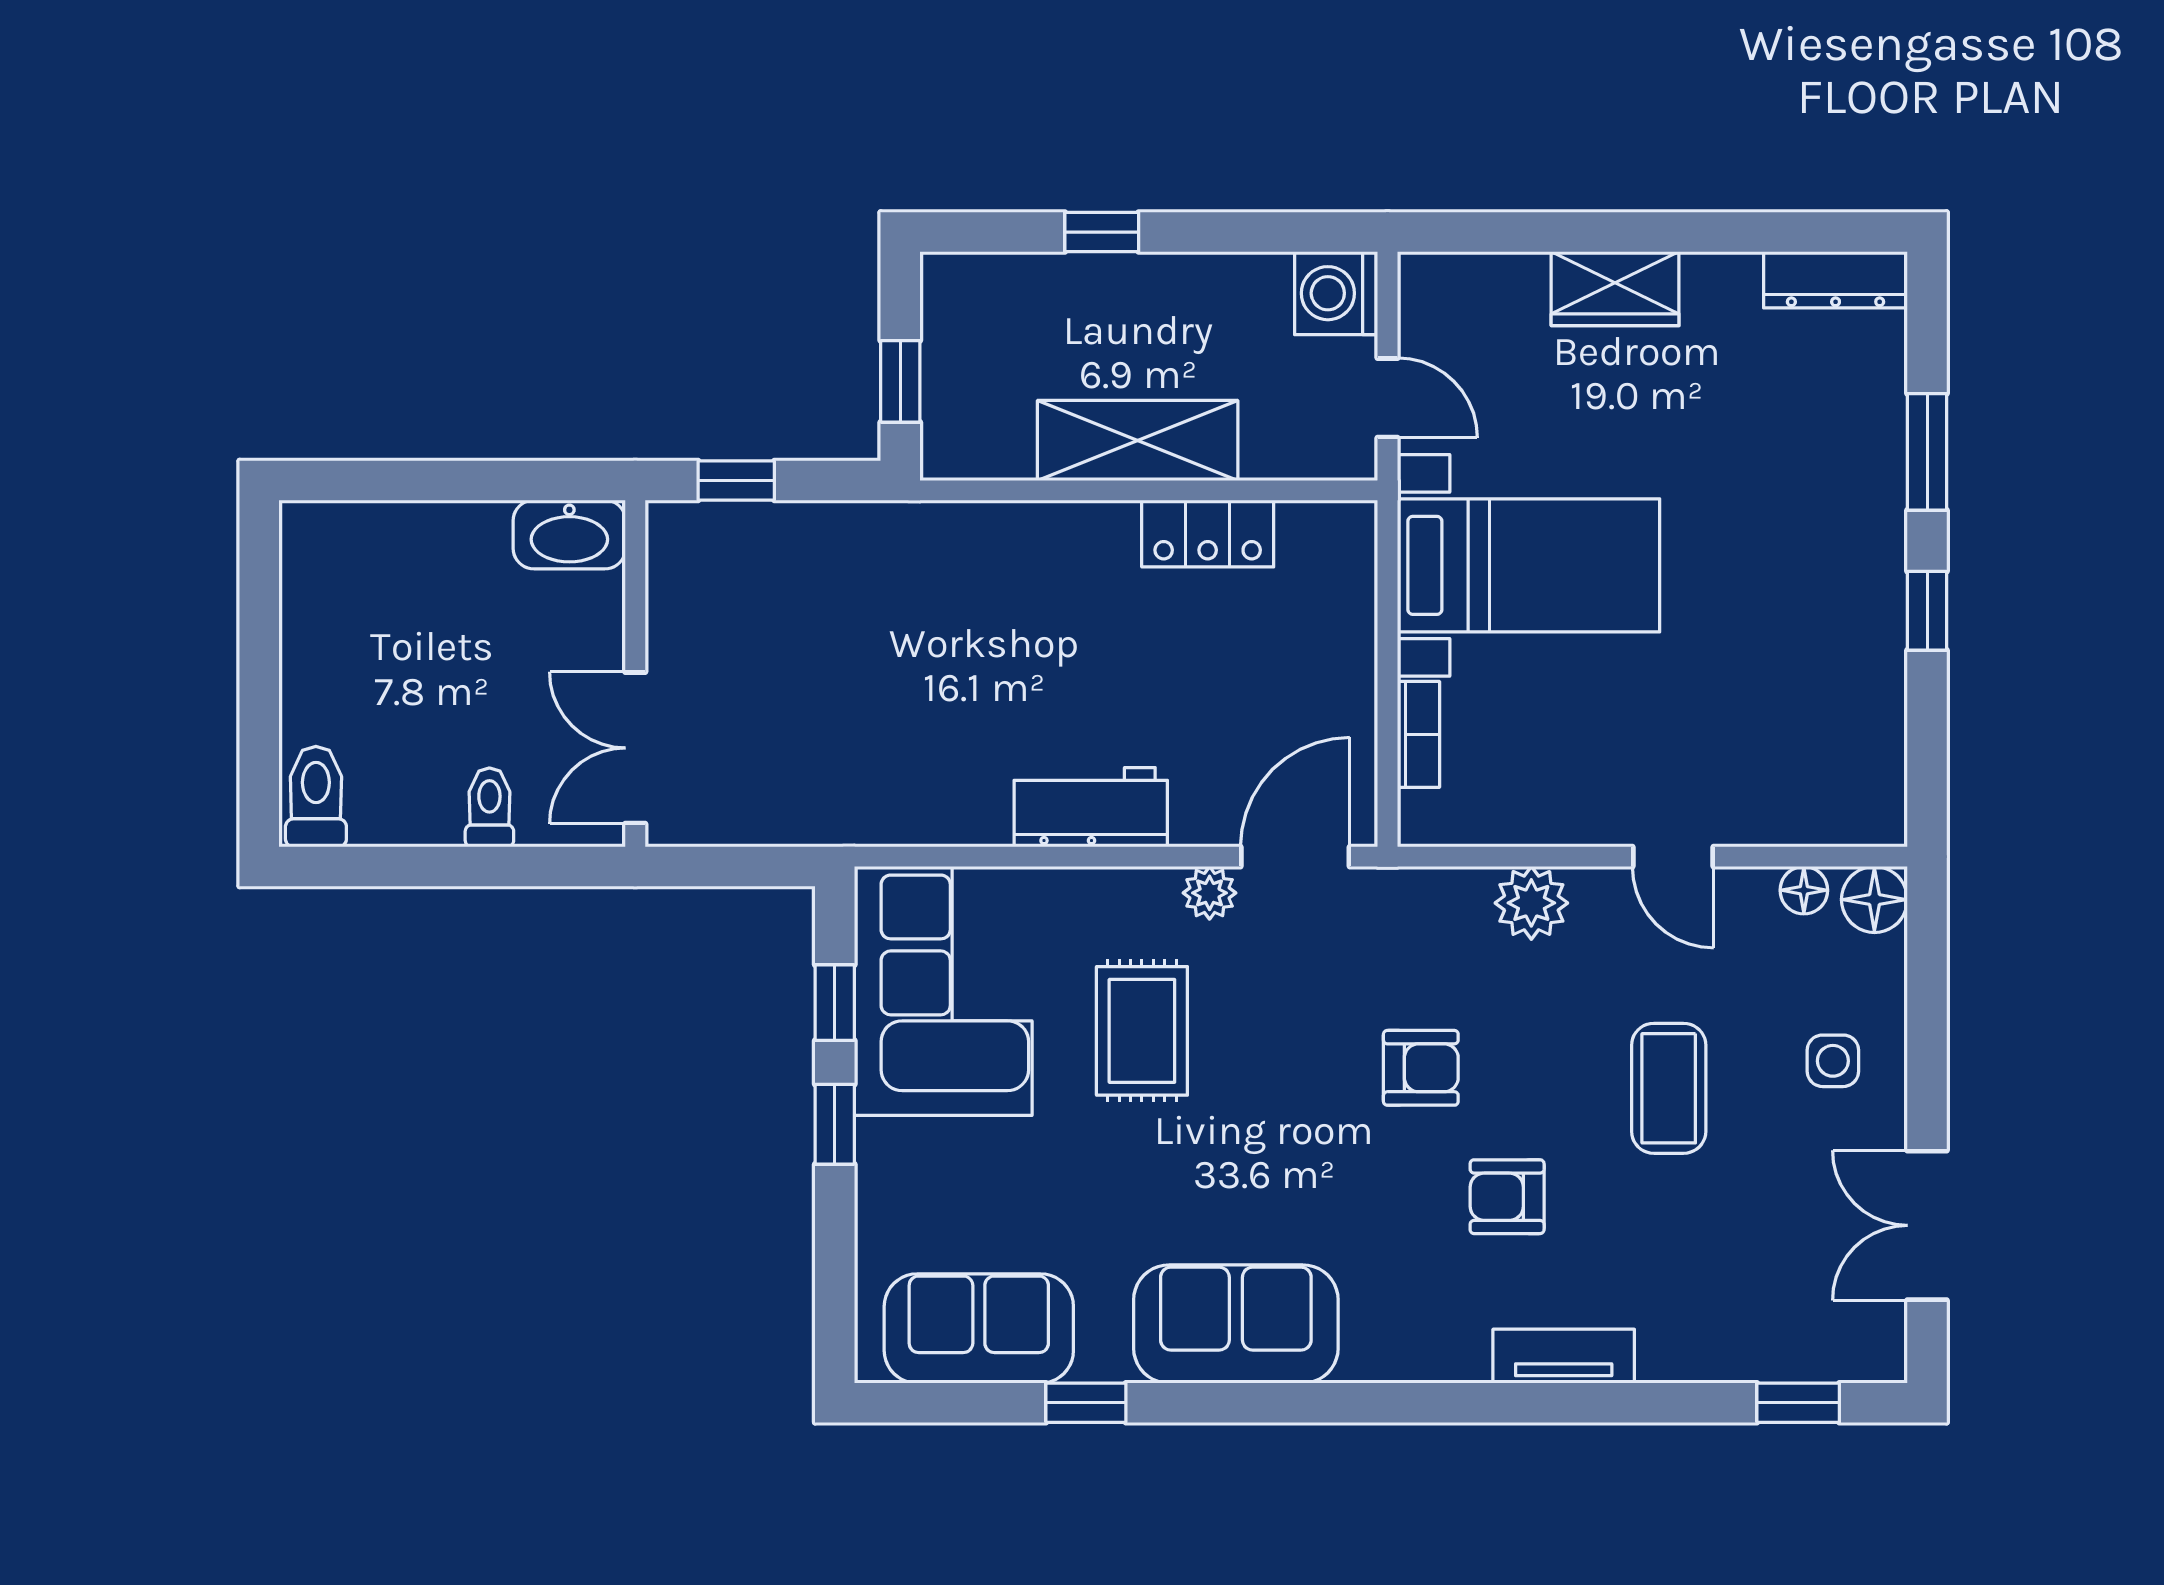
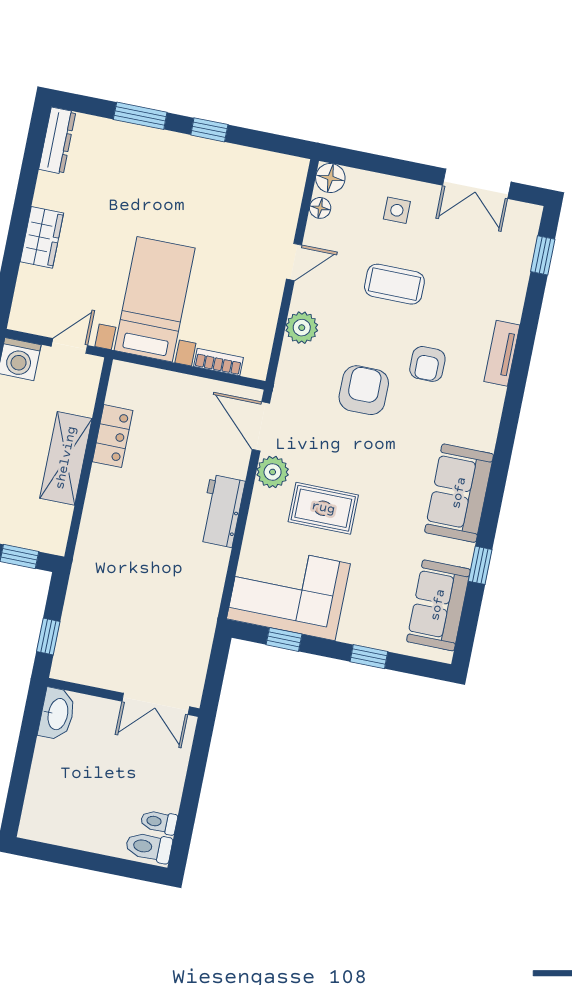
toilet: (489, 807) -> (159, 822), moved
plant: (1210, 893) -> (273, 472), width x1.38, depth x1.38
armchair: (1421, 1068) -> (364, 390), width x1.38, depth x1.38
window: (835, 1124) -> (369, 657), moved

